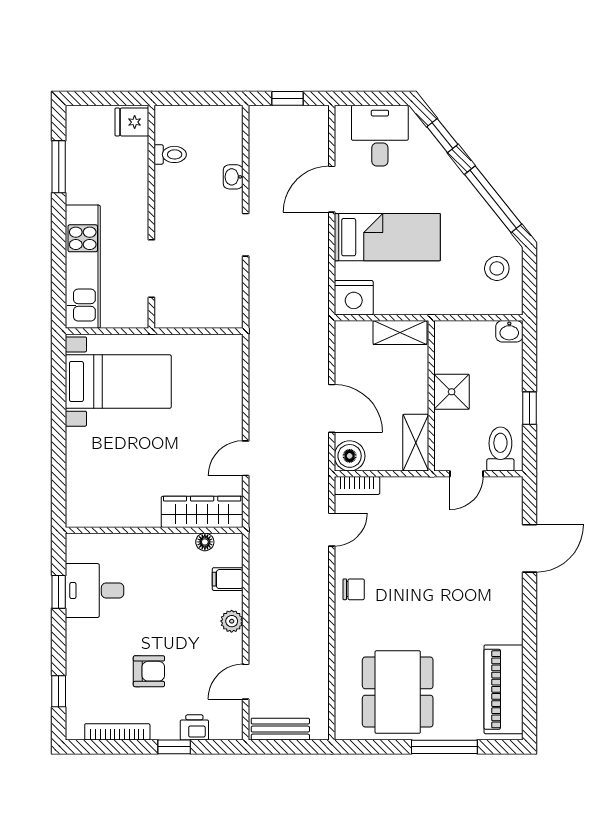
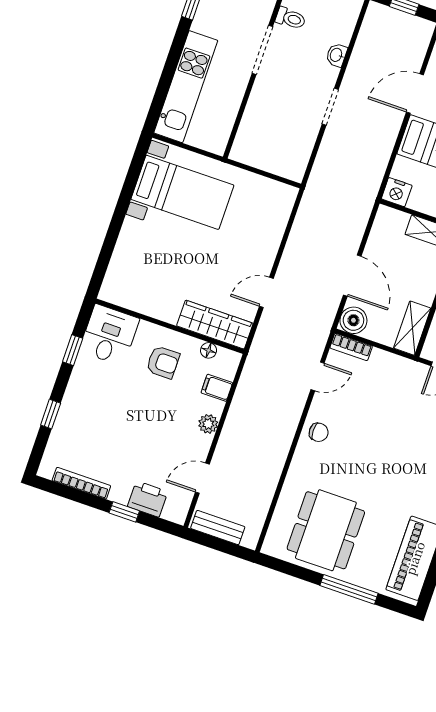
doorway: (151, 269) -> (262, 50), moved
nightstand: (354, 298) -> (397, 192), width x0.74, depth x0.75
desk: (94, 591) -> (109, 335), moved, turned 90
armchair: (149, 671) -> (163, 362), moved
window: (59, 691) -> (51, 414), moved
printer: (194, 727) -> (148, 499), width x1.36, depth x1.24

